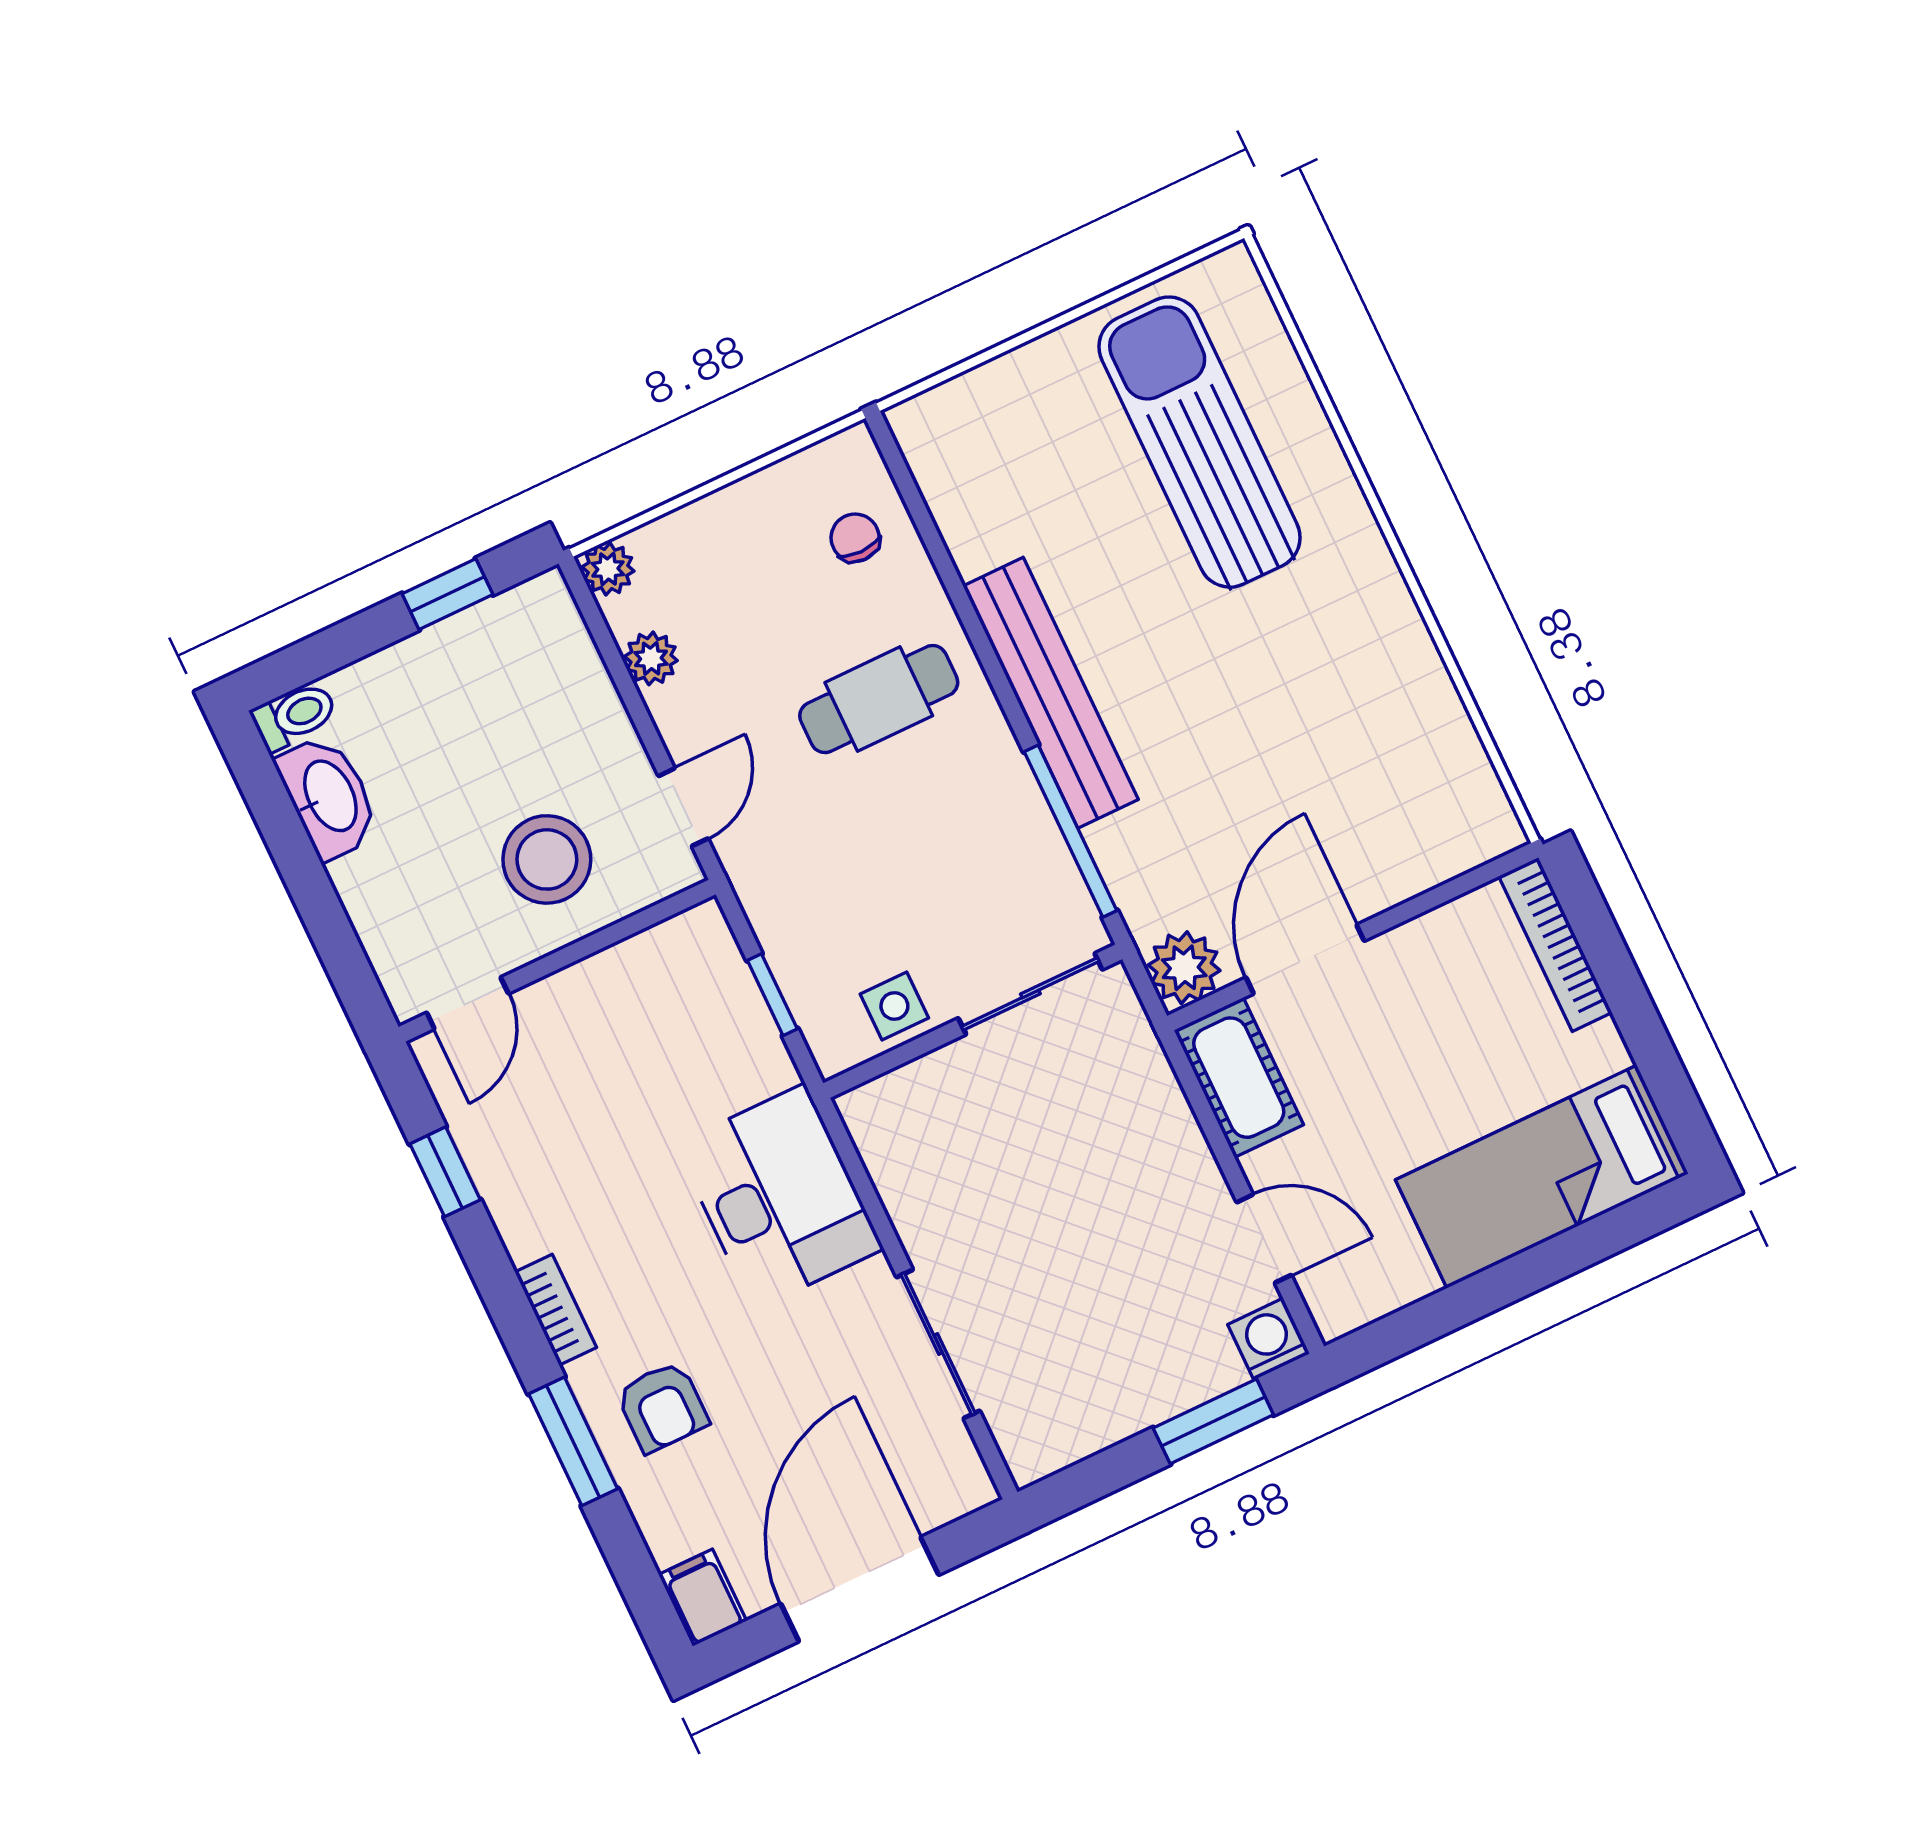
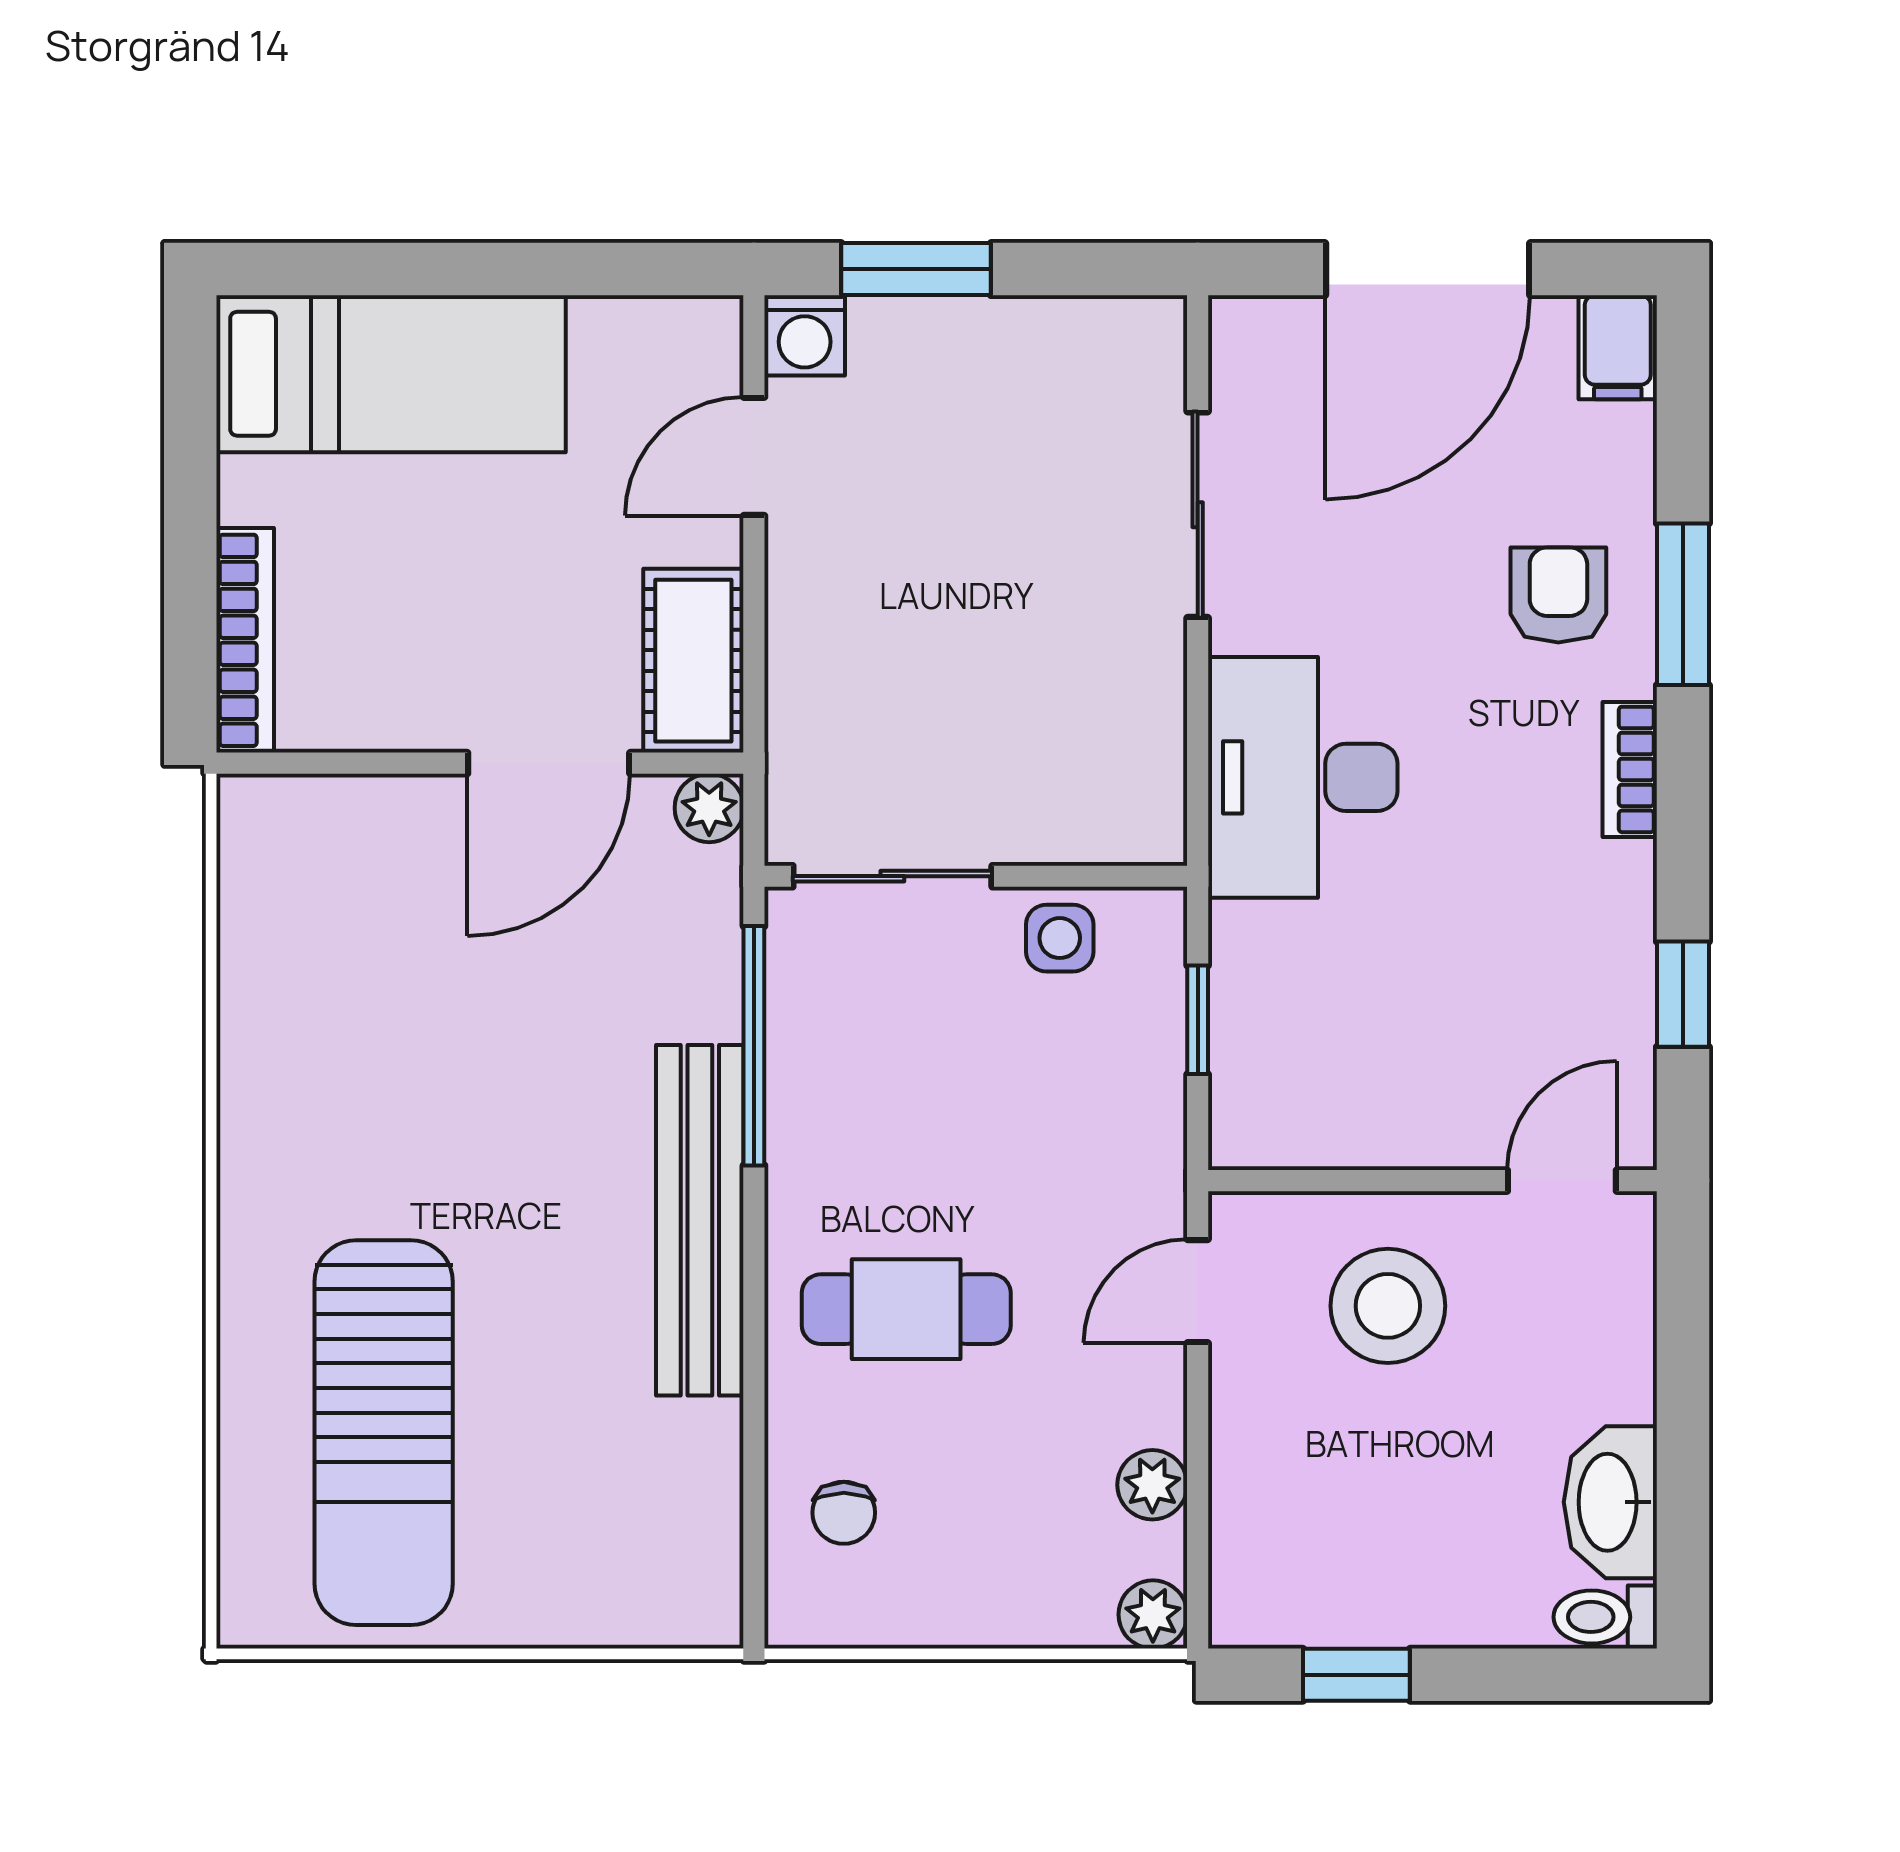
plant: (1184, 968) -> (709, 808), width x0.73, depth x0.73
door: (1264, 1239) -> (754, 456), hinge flipped

